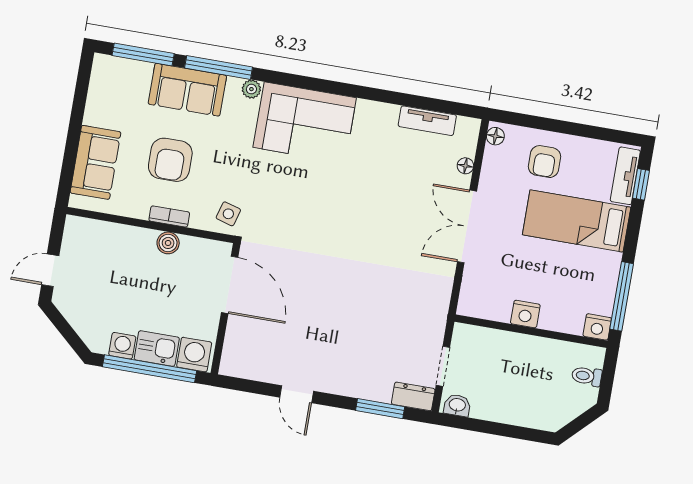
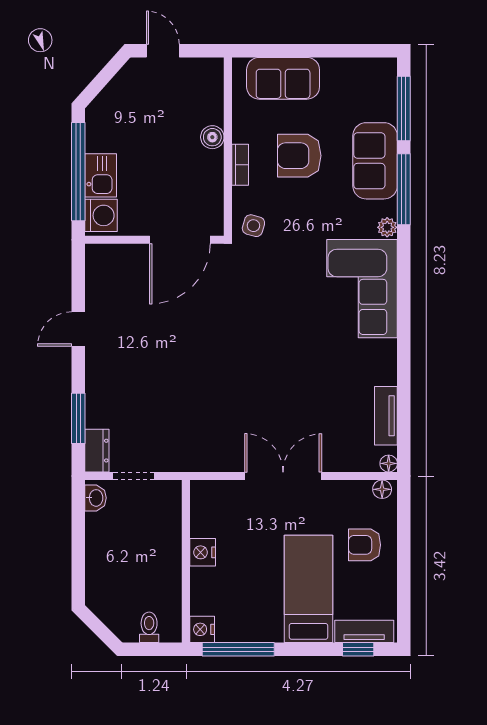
floor lamp: (465, 166) -> (389, 463), moved
boiler: (168, 243) -> (212, 137), moved
washing machine: (122, 346) -> (97, 139), removed

